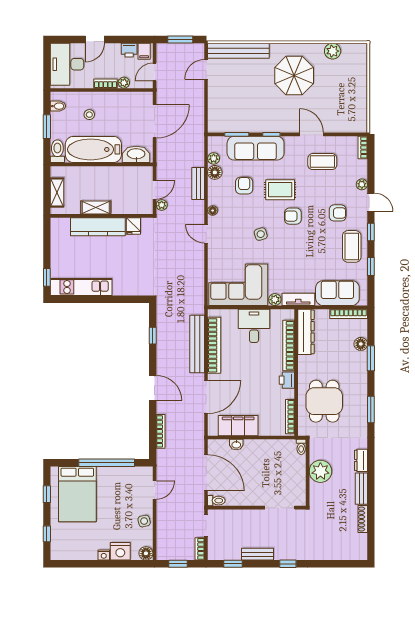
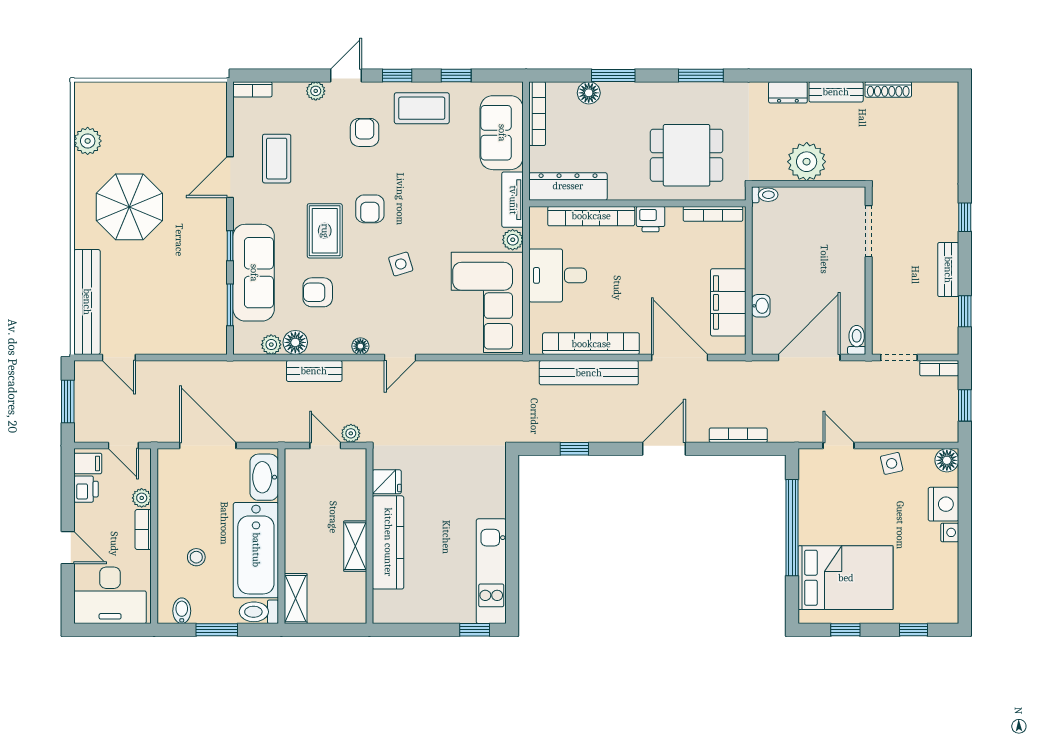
shelving: (57, 193) -> (296, 599), moved, turned 90

